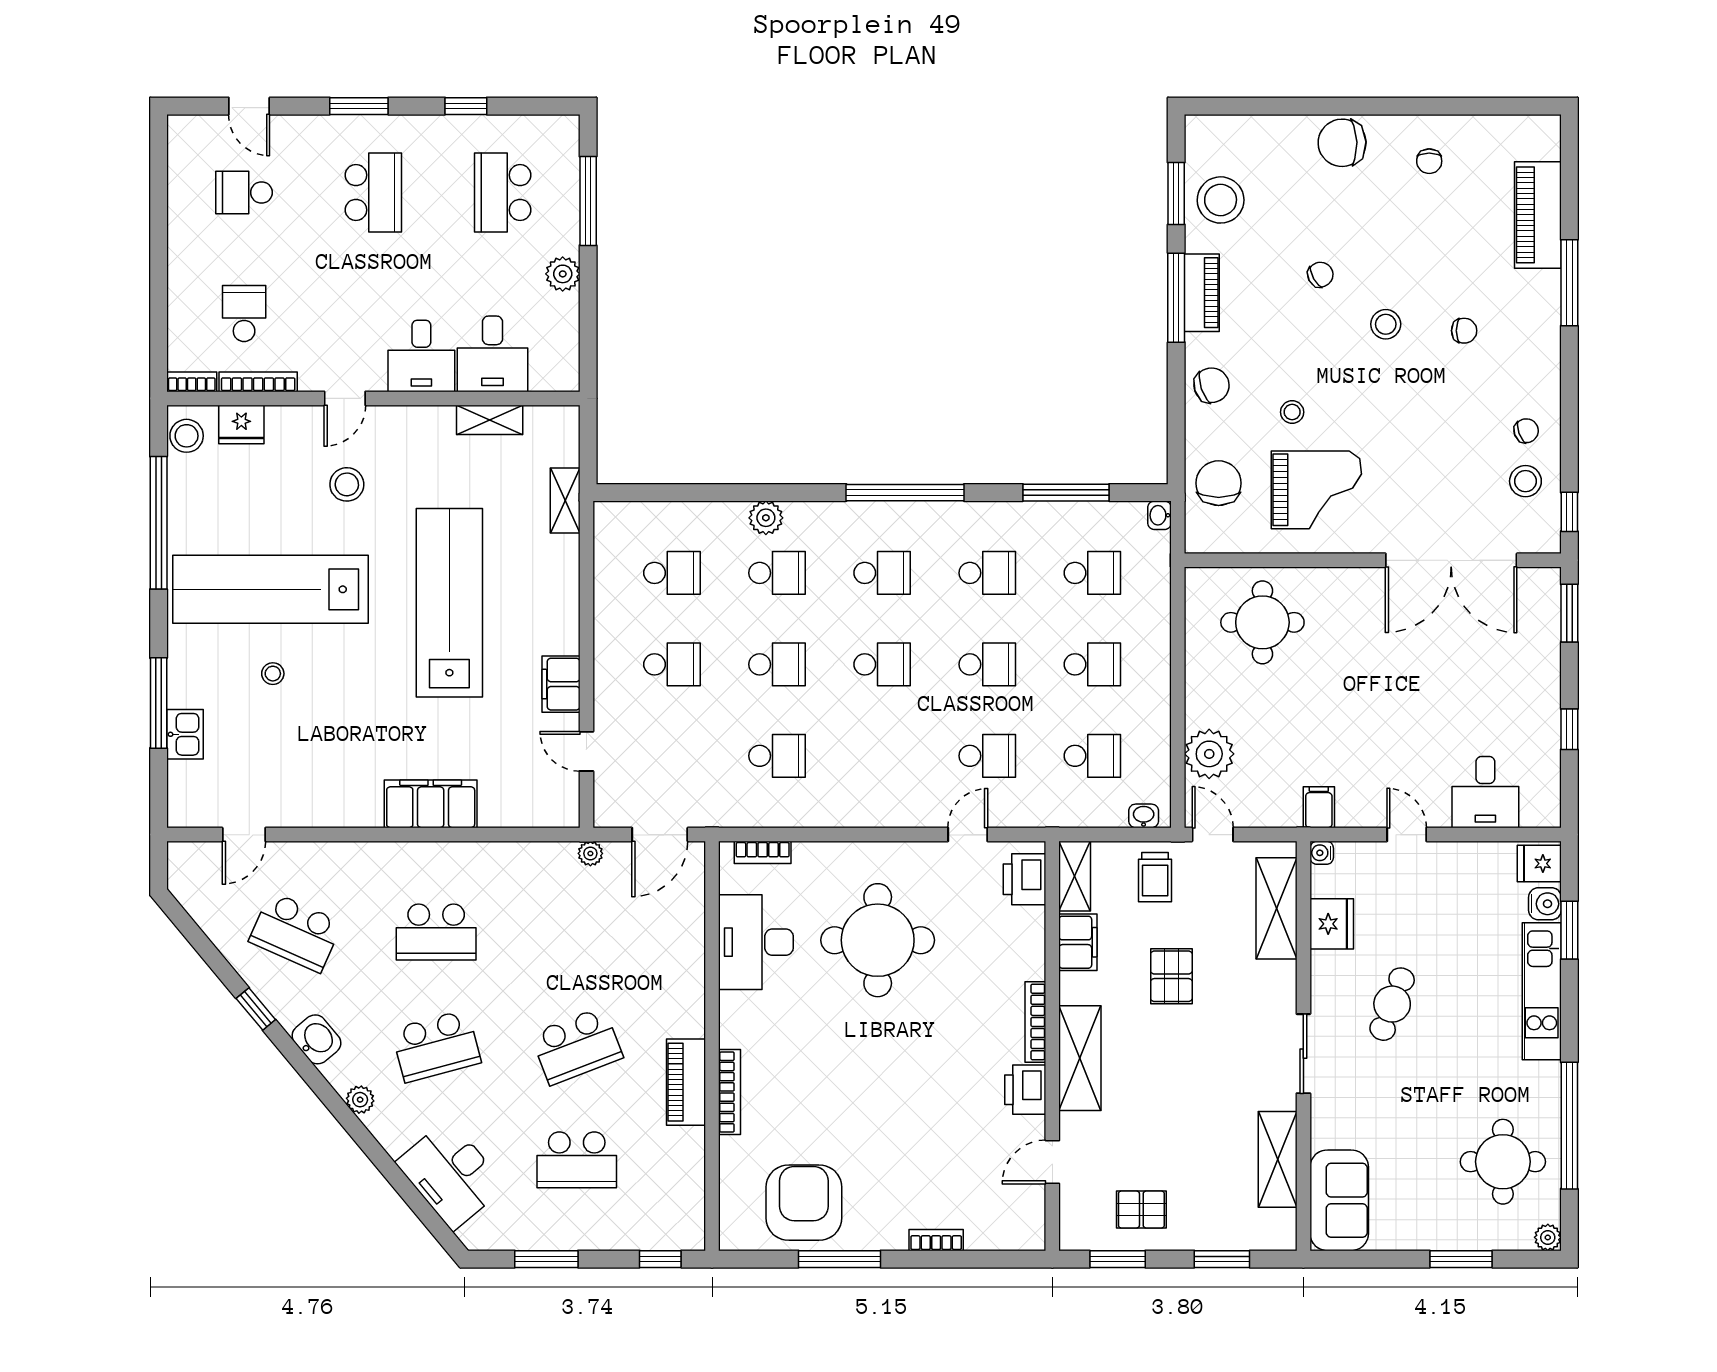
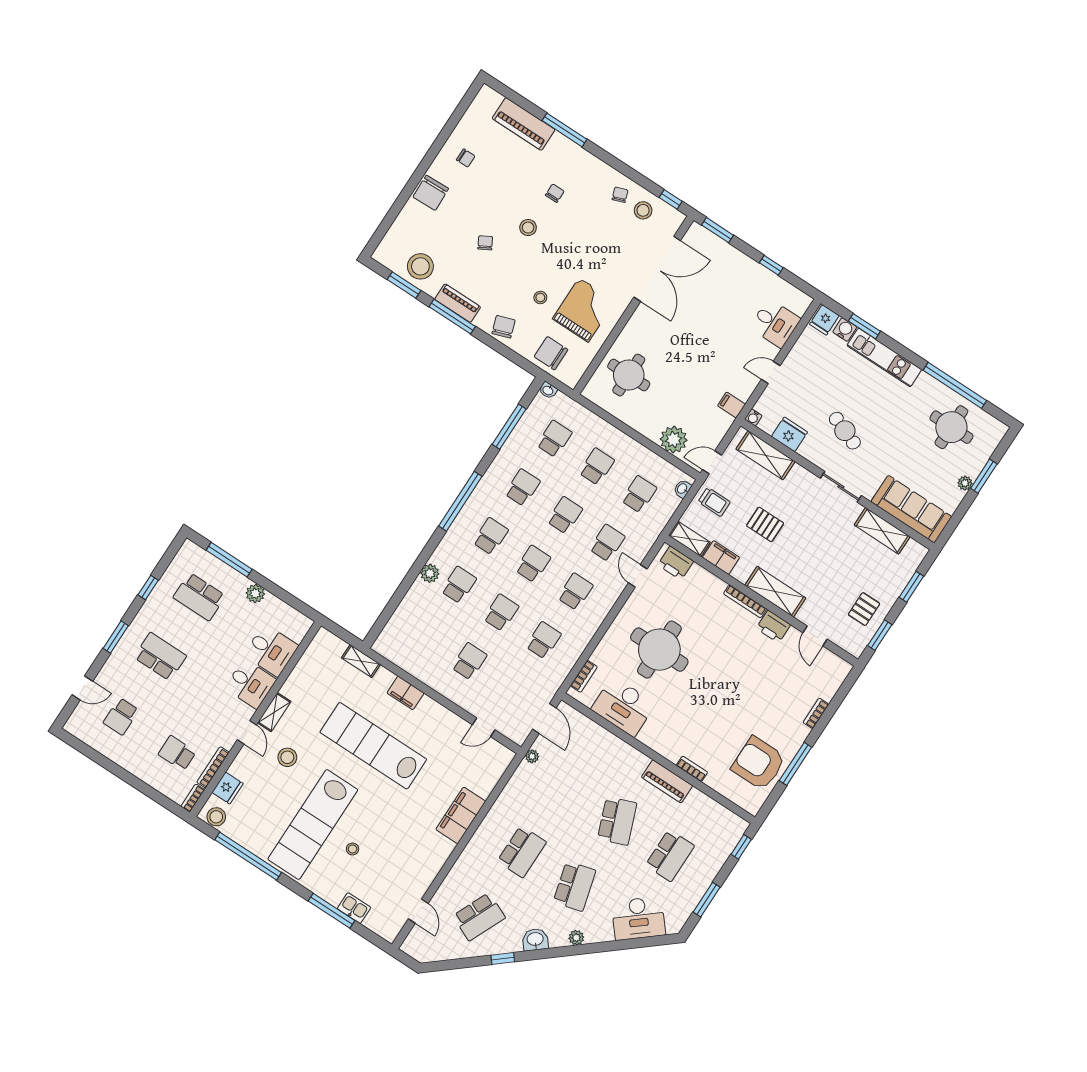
shelving: (490, 420) -> (274, 712), moved
school desk: (672, 573) -> (575, 592), moved
filing cabinet: (561, 684) -> (405, 693), moved
bookcase: (730, 1092) -> (692, 769), width x0.64
sofa: (1339, 1200) -> (911, 509), width x1.36
plant: (1548, 1237) -> (965, 483), moved

